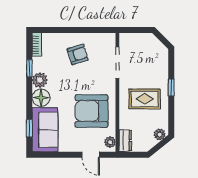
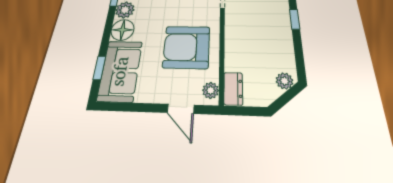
rug: (145, 99) -> (259, 33), removed

